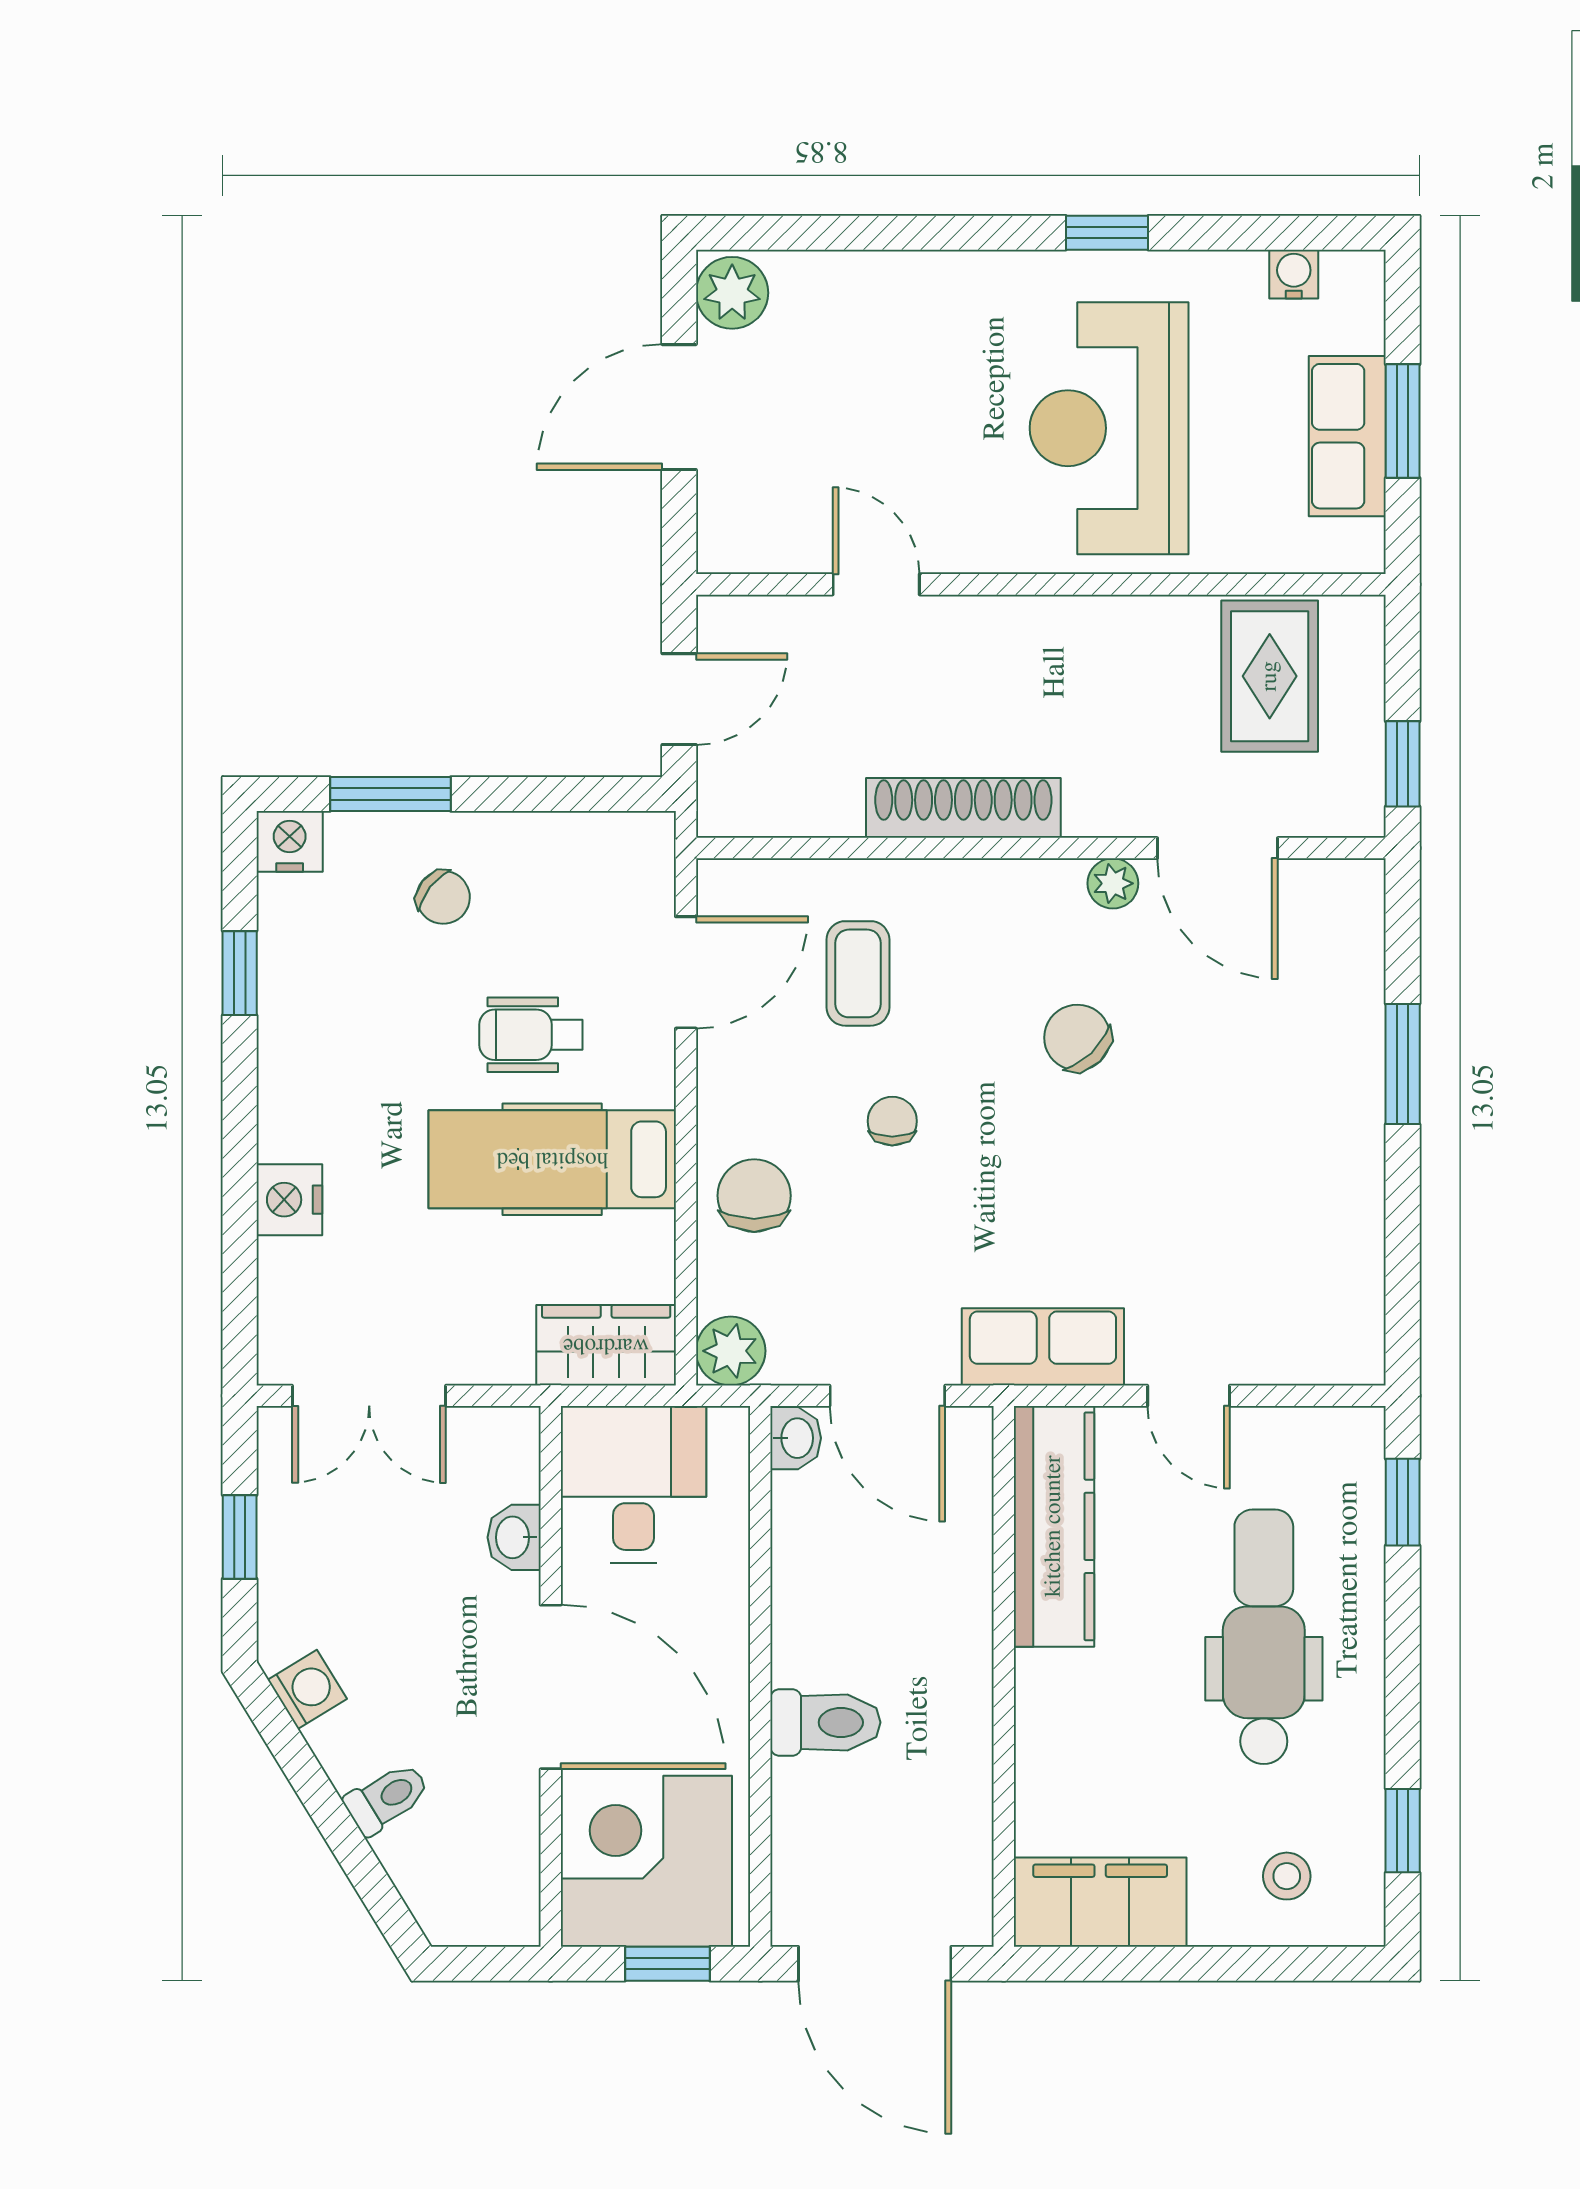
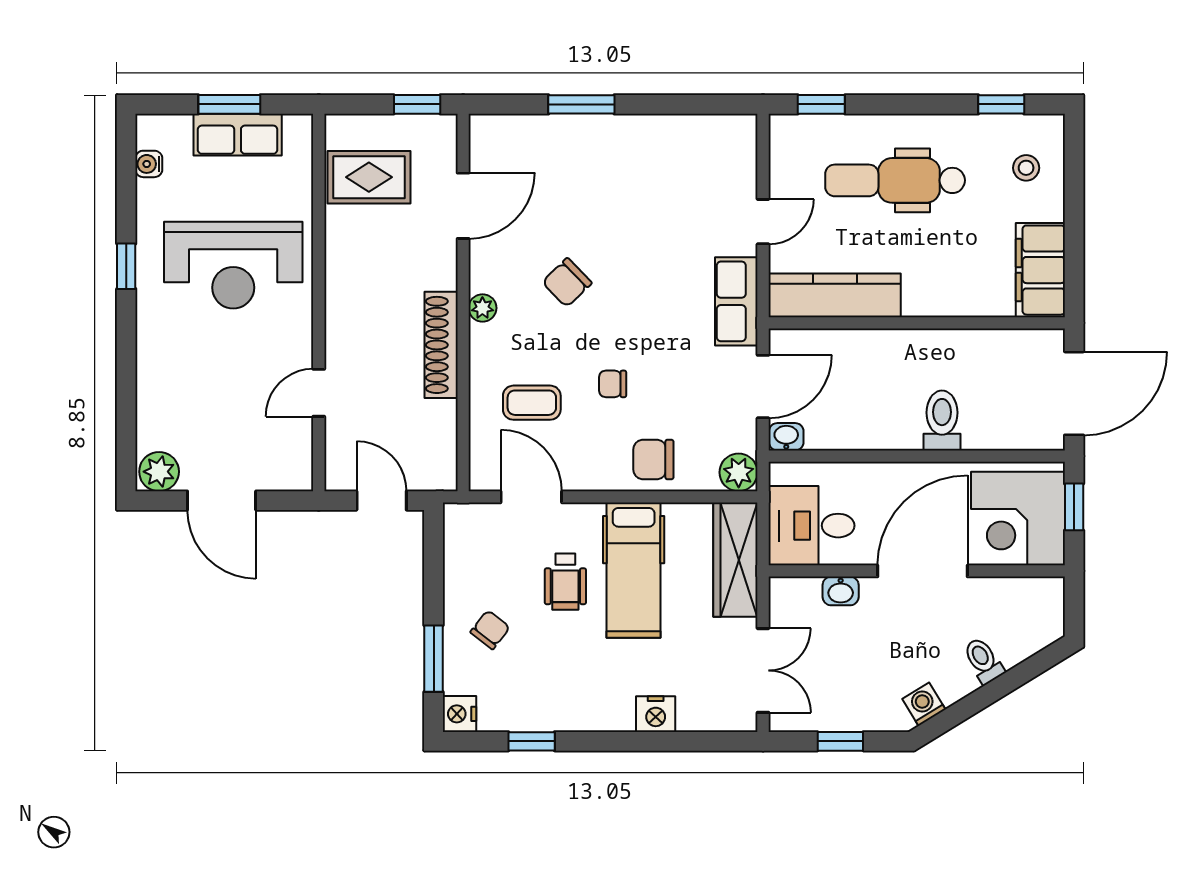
plant: (1113, 883) -> (482, 308), moved
wardrobe: (606, 1345) -> (735, 560), width x1.50

